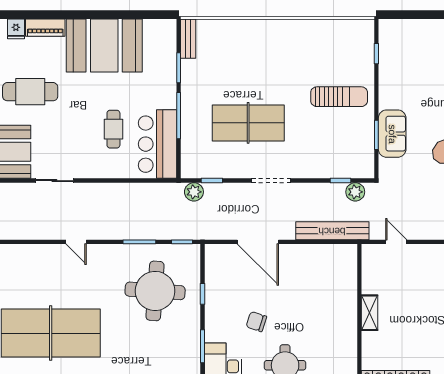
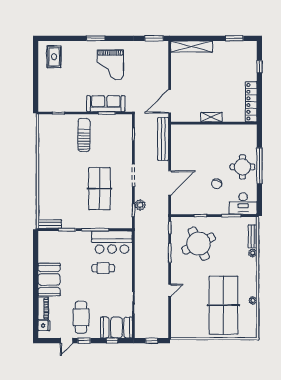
booth: (104, 45) -> (49, 280), width x0.73, depth x0.70
sofa: (392, 134) -> (106, 104), width x1.36
plant: (194, 192) -> (140, 205), moved
plant: (355, 192) -> (140, 125), removed
door: (396, 242) -> (170, 101), width x1.88
round table: (155, 291) -> (199, 244), turned -30

